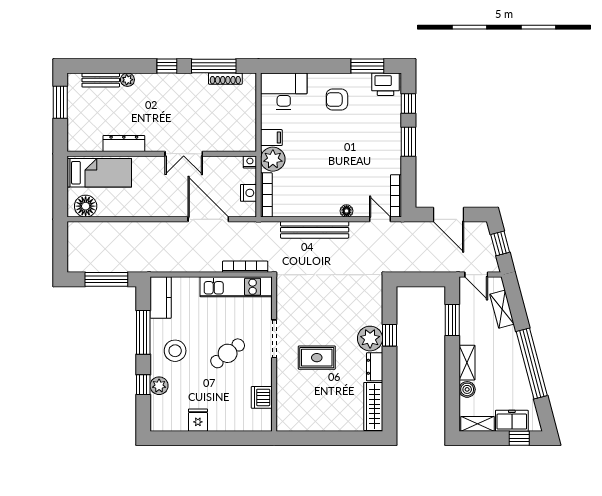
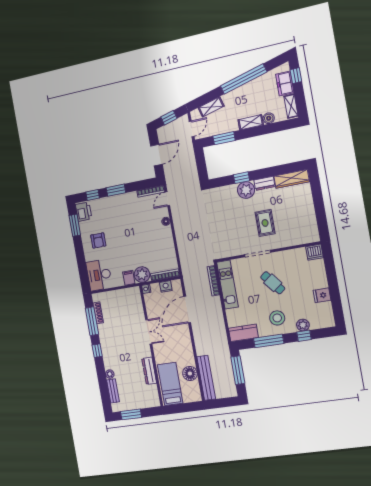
floor lamp: (86, 206) -> (190, 373), moved
bench: (315, 230) -> (206, 378), moved
dishwasher: (262, 397) -> (314, 252), moved

